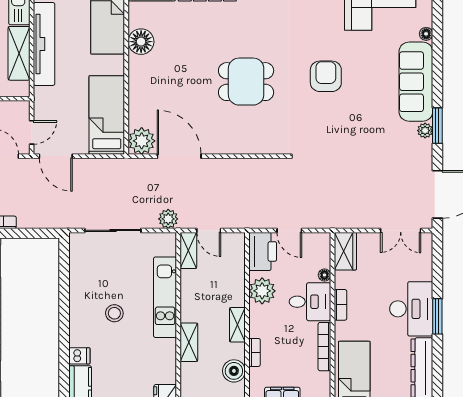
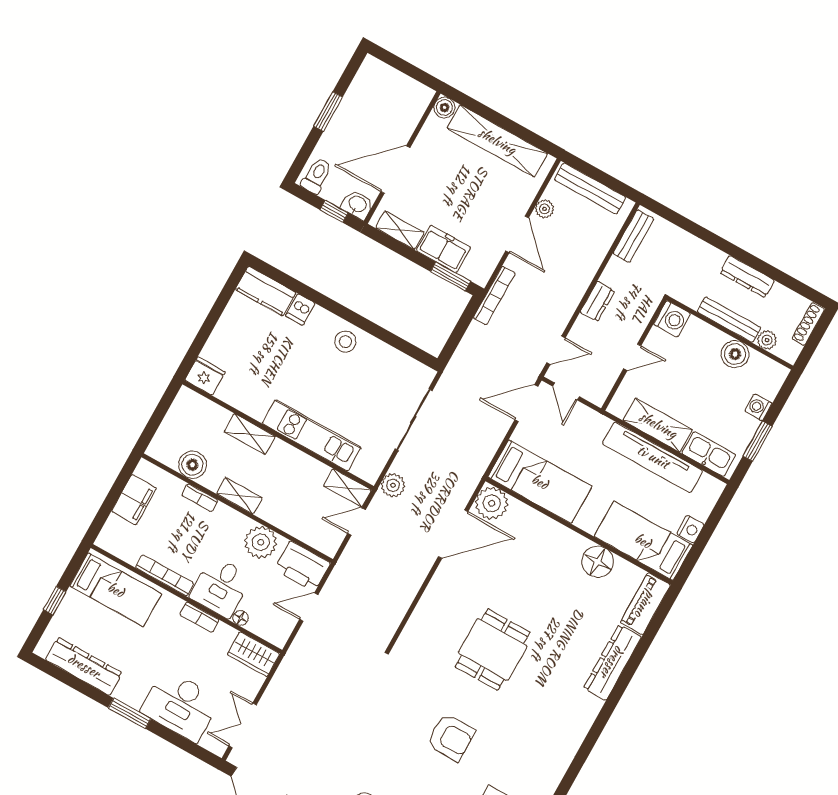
desk: (411, 309) -> (181, 705), moved
stool: (114, 313) -> (345, 342), moved

